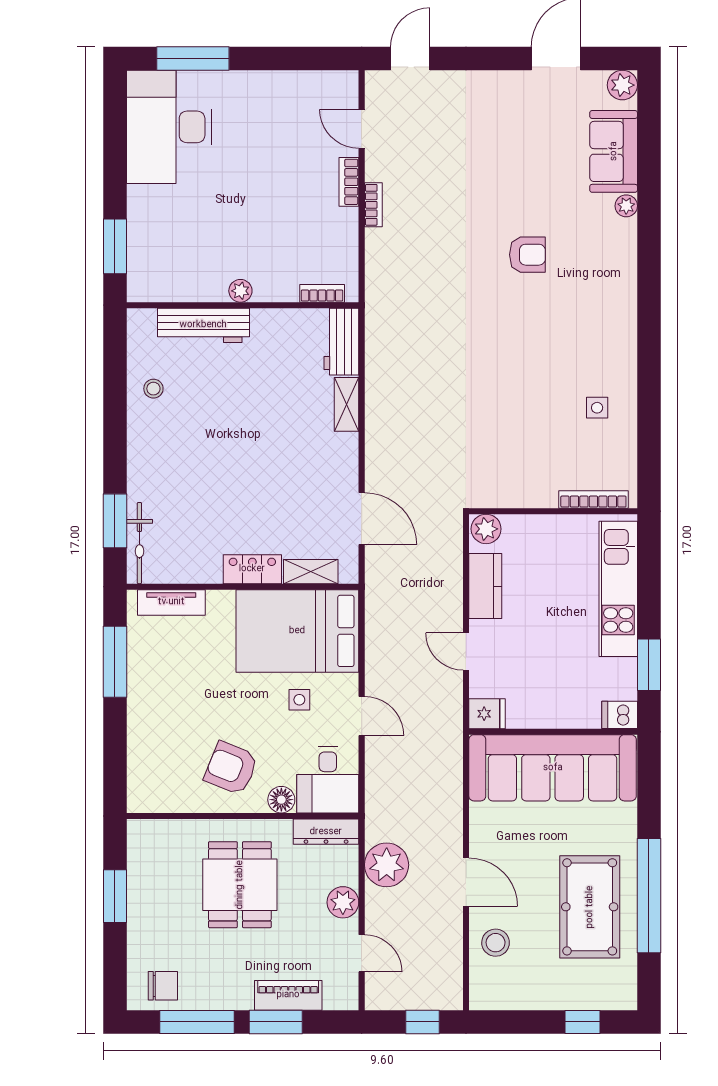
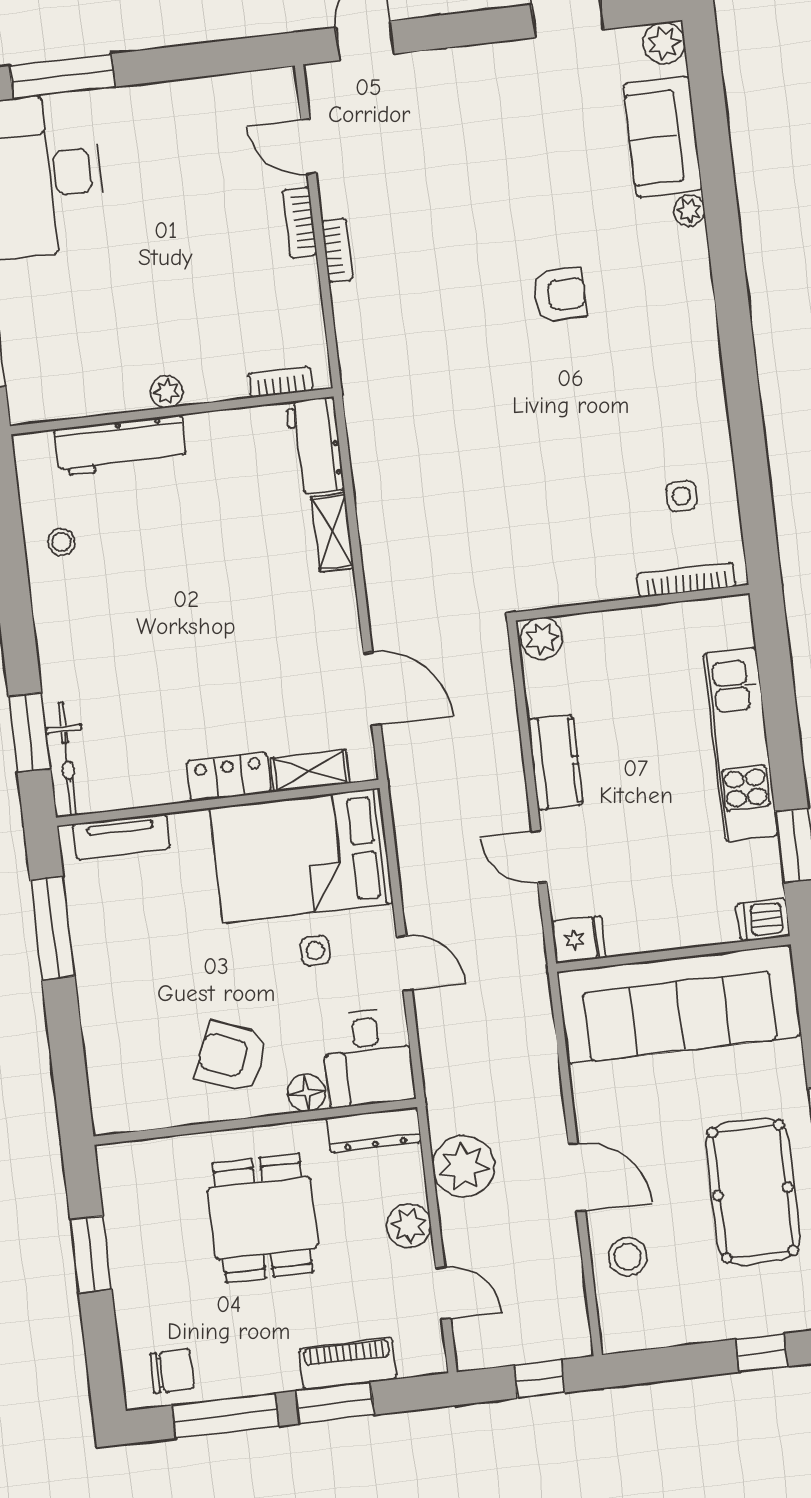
bookcase: (593, 499) -> (686, 580), moved
wall: (553, 511) -> (632, 603), moved
plant: (486, 529) -> (542, 638), moved

